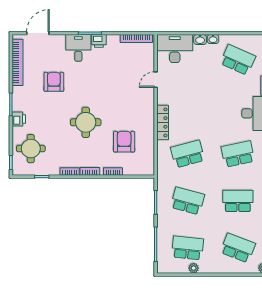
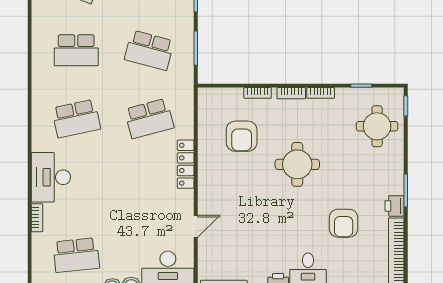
school desk: (238, 60) -> (76, 255), turned -30
printer: (19, 119) -> (395, 206), moved

